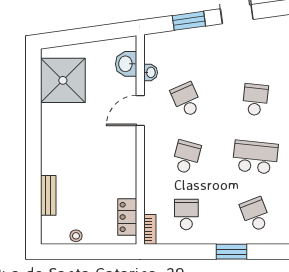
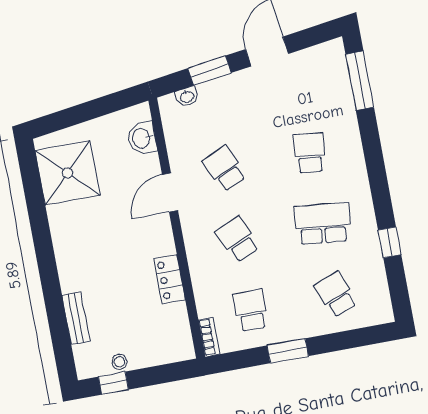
washbasin: (151, 72) -> (187, 97), moved, turned 82
school desk: (186, 157) -> (238, 239), turned -39
locker: (127, 217) -> (170, 279), moved
window: (68, 252) -> (113, 383), added
window: (232, 252) -> (288, 351), moved

